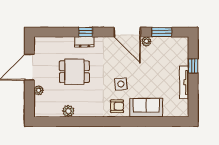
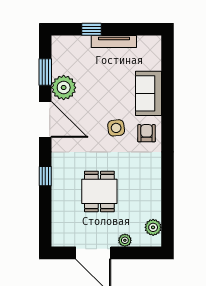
door: (127, 32) -> (45, 119), hinge flipped
plant: (146, 41) -> (64, 88), width x1.87, depth x1.87
dresser: (84, 42) -> (59, 178), removed
plant: (68, 111) -> (153, 227), moved

